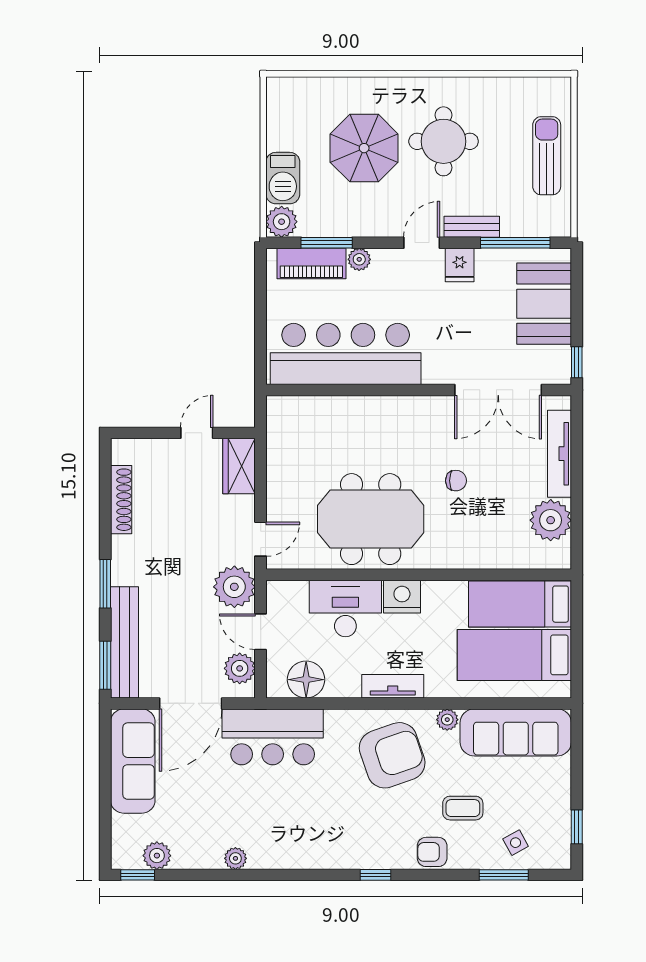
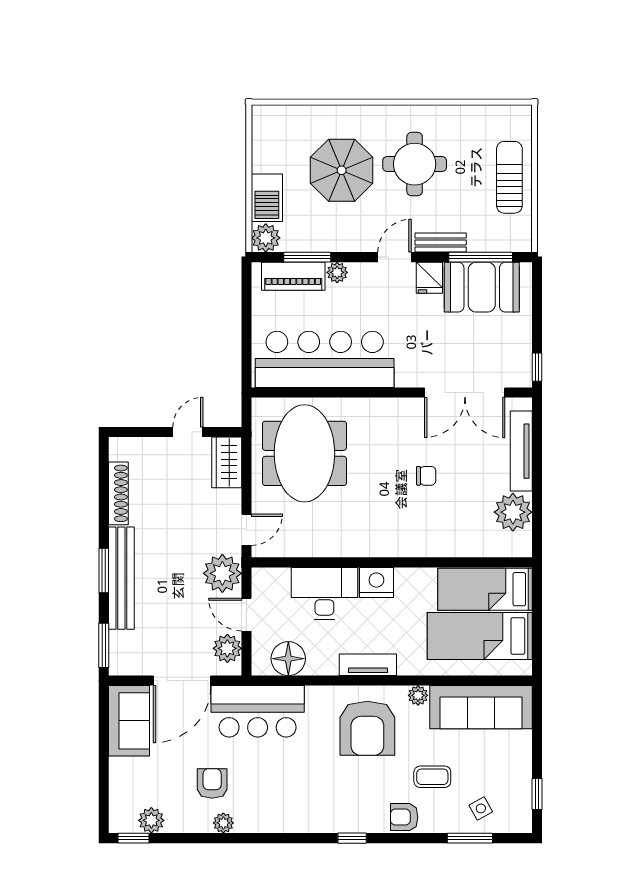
booth: (544, 304) -> (482, 287), moved, turned 90
meeting table: (371, 519) -> (304, 453), moved, turned 90
bench: (124, 642) -> (121, 578), moved
armchair: (392, 755) -> (367, 728), turned 109
sofa: (133, 761) -> (129, 721), width x0.73
armchair: (223, 815) -> (212, 783), added

